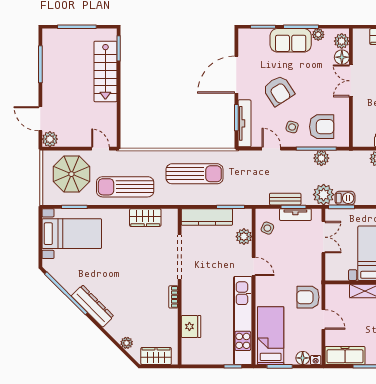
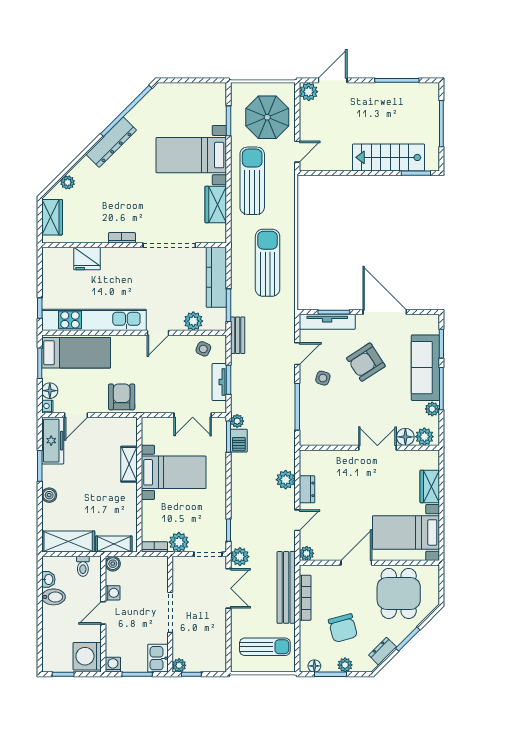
sofa: (291, 40) -> (425, 368), width x1.36
armchair: (322, 127) -> (323, 413), removed
plant: (321, 158) -> (286, 413), removed
sun lounger: (195, 174) -> (268, 263), turned 180
plant: (324, 195) -> (237, 421), width x0.53, depth x0.53
bench: (285, 199) -> (238, 335), moved
bed with nightstands: (72, 234) -> (191, 155), moved, turned 90
door: (323, 319) -> (76, 415), moved

